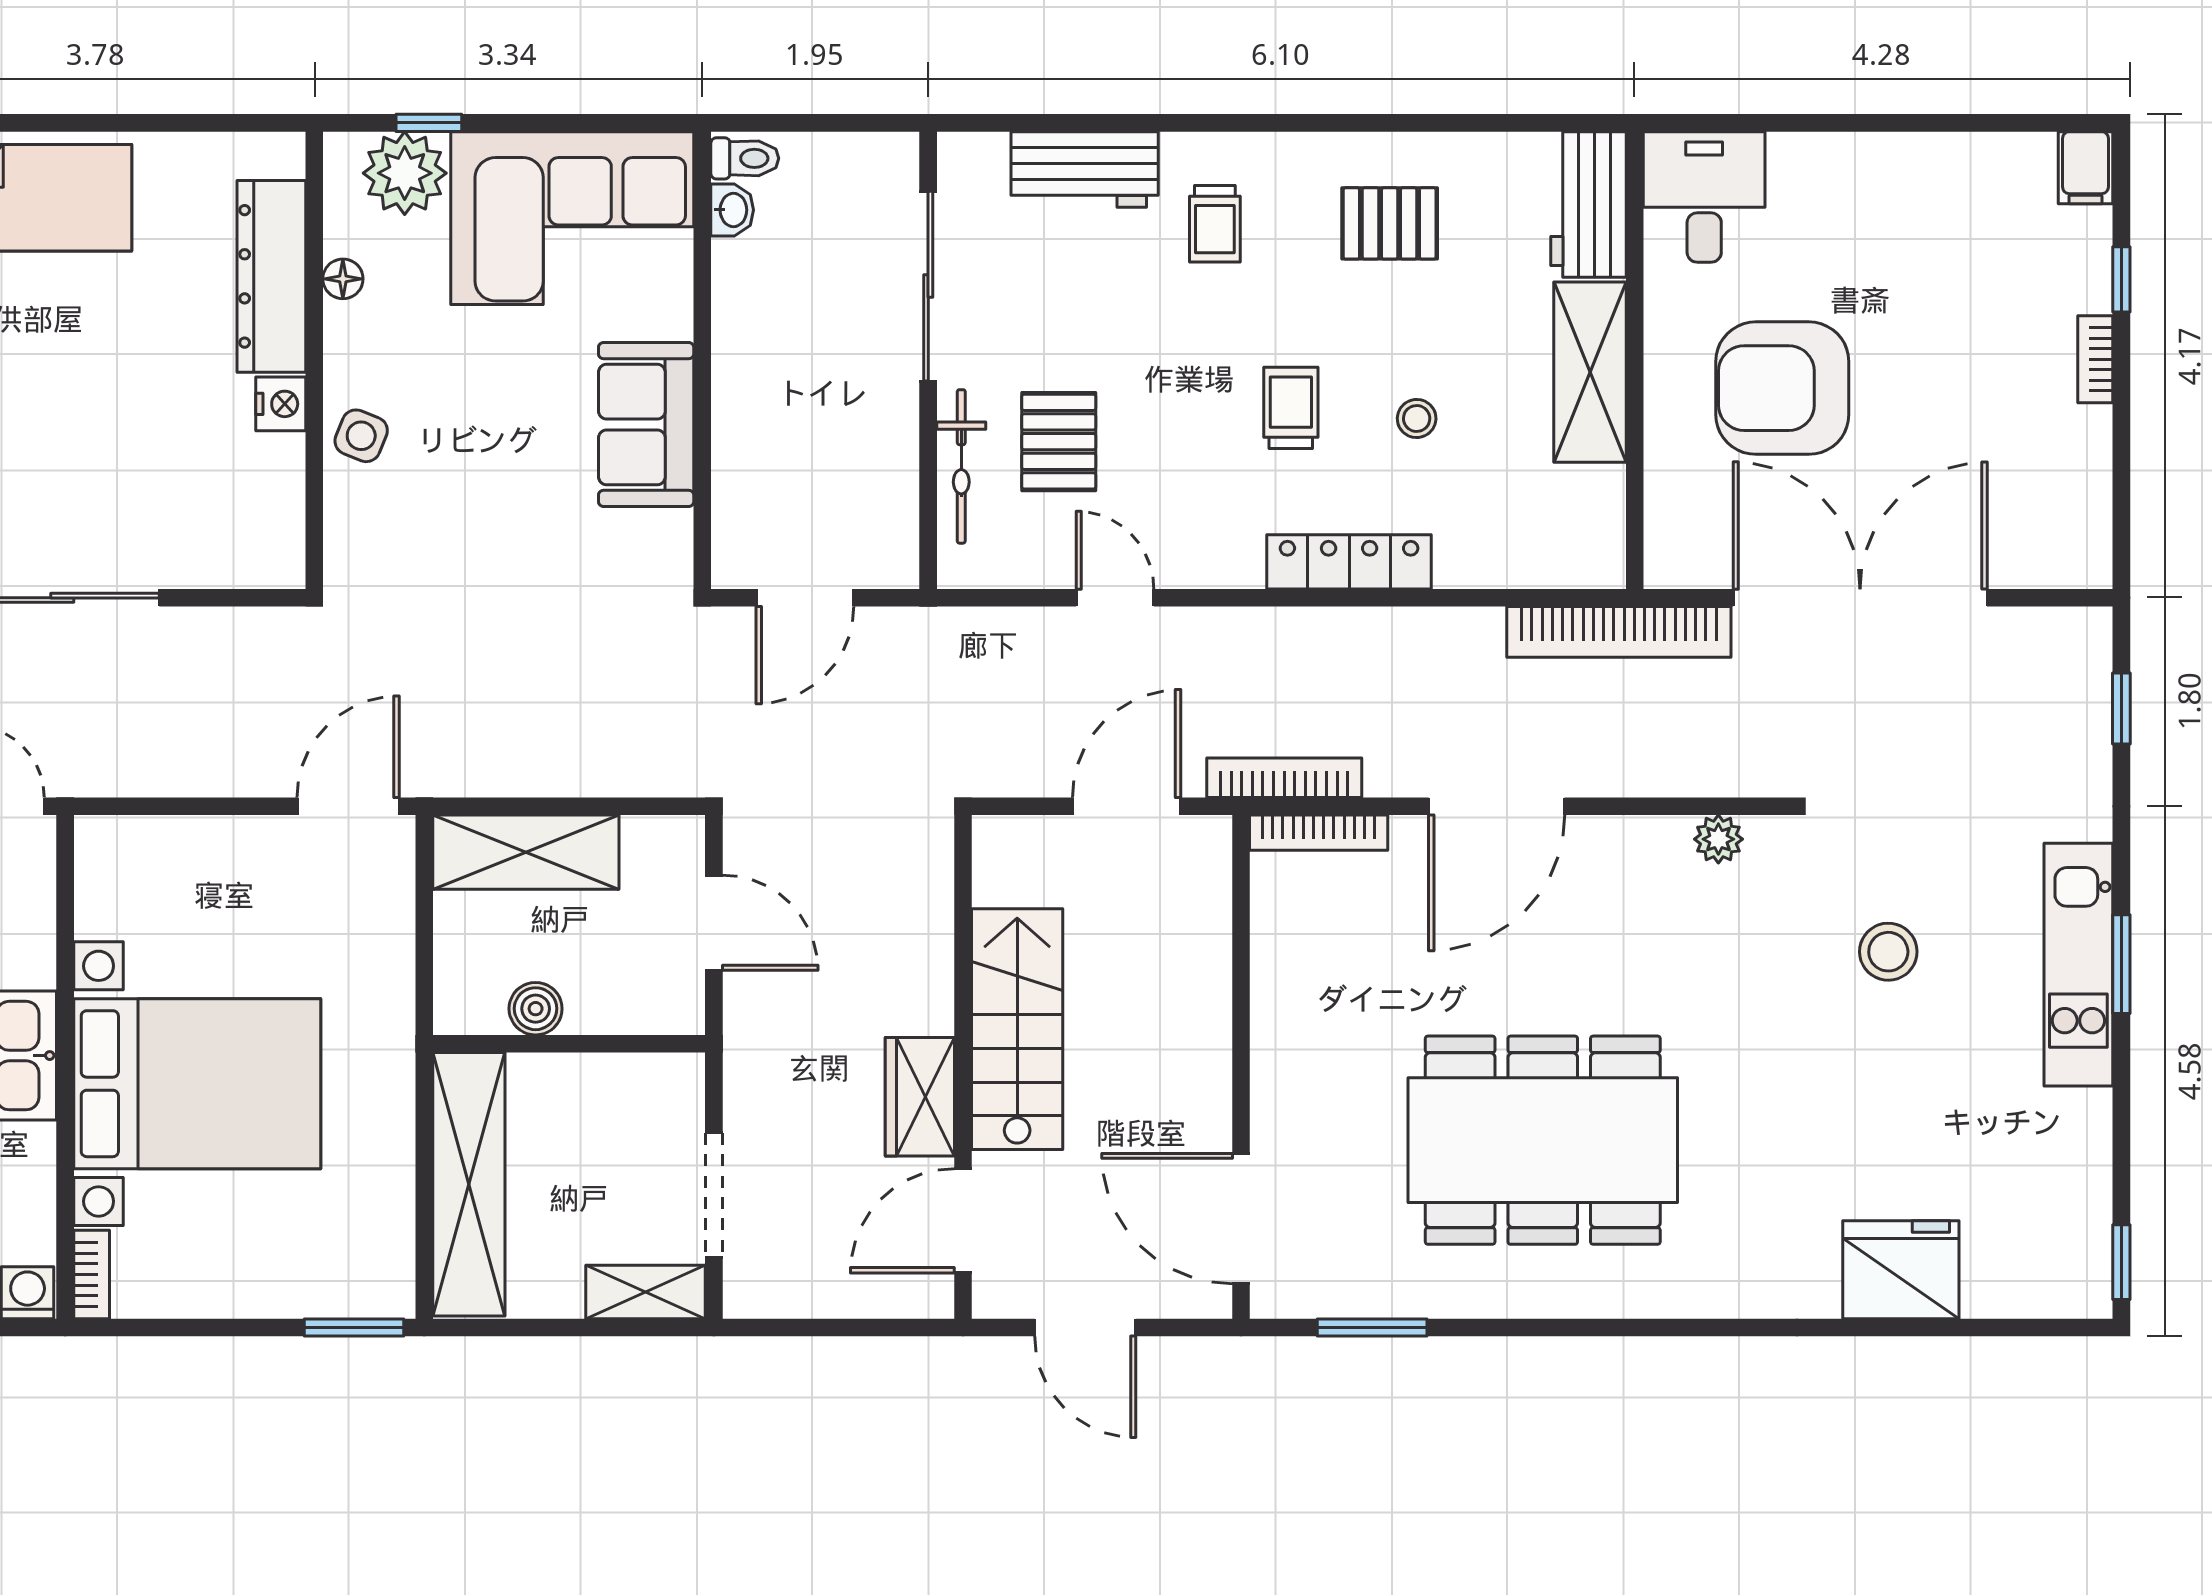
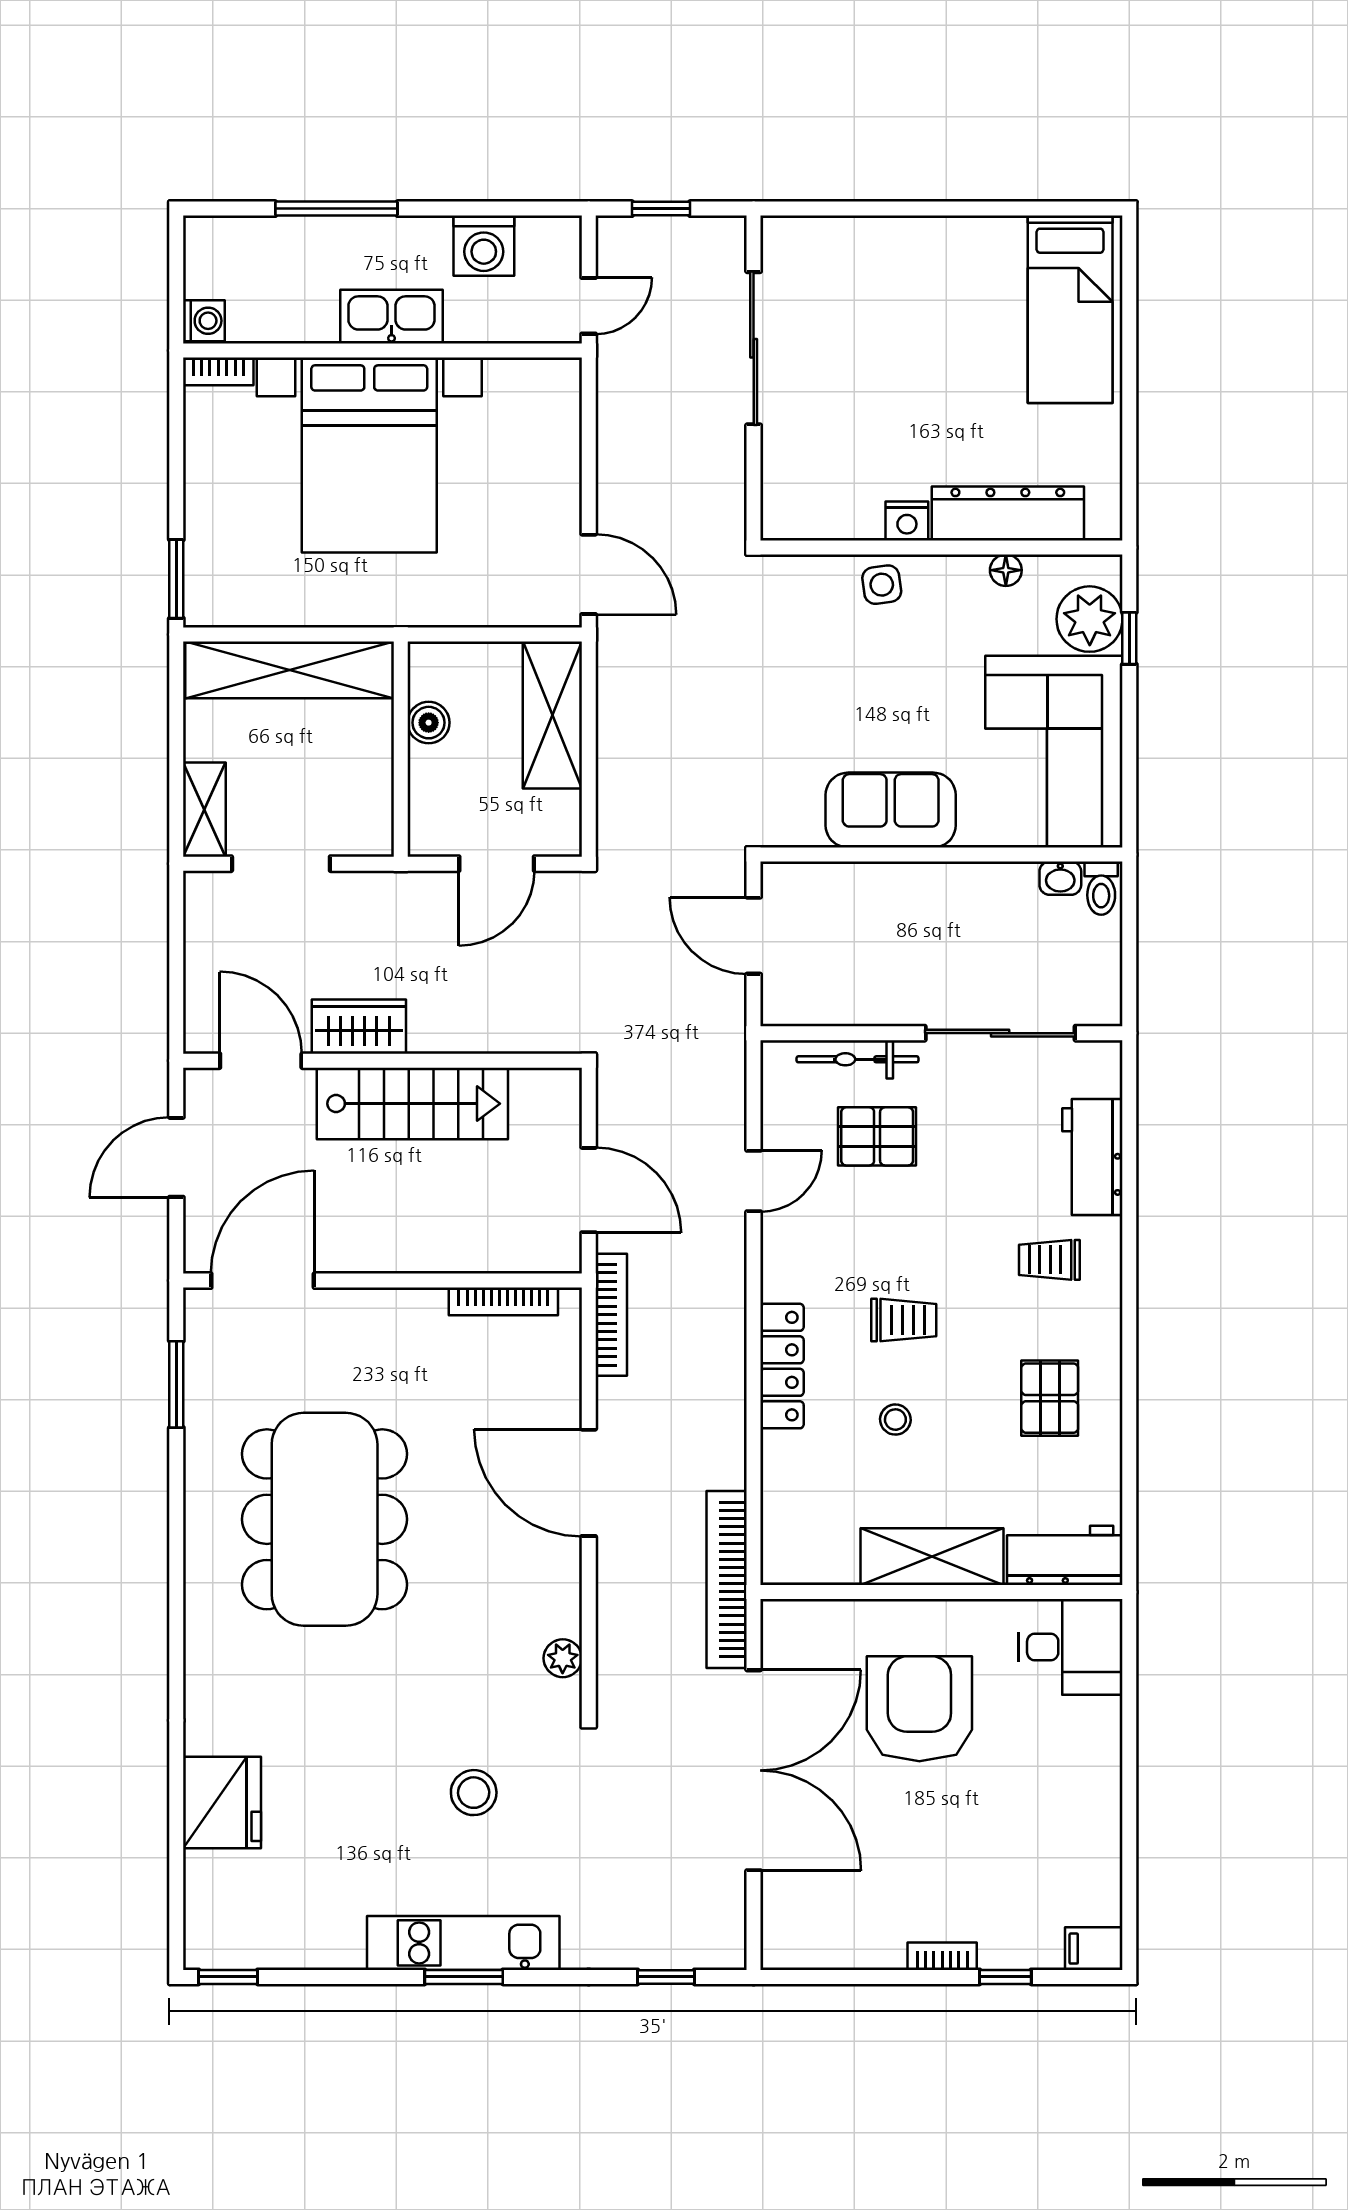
side table: (361, 436) -> (882, 585), turned -30
bookcase: (1319, 833) -> (503, 1301), moved, turned -90

